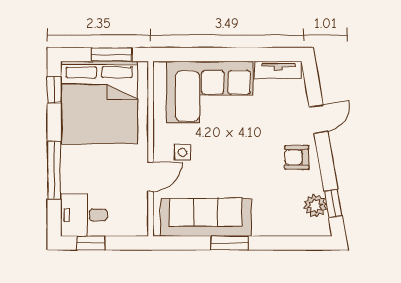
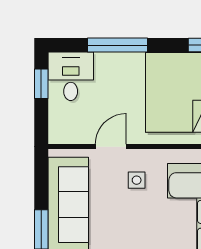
door: (151, 177) -> (111, 147), swing flipped

